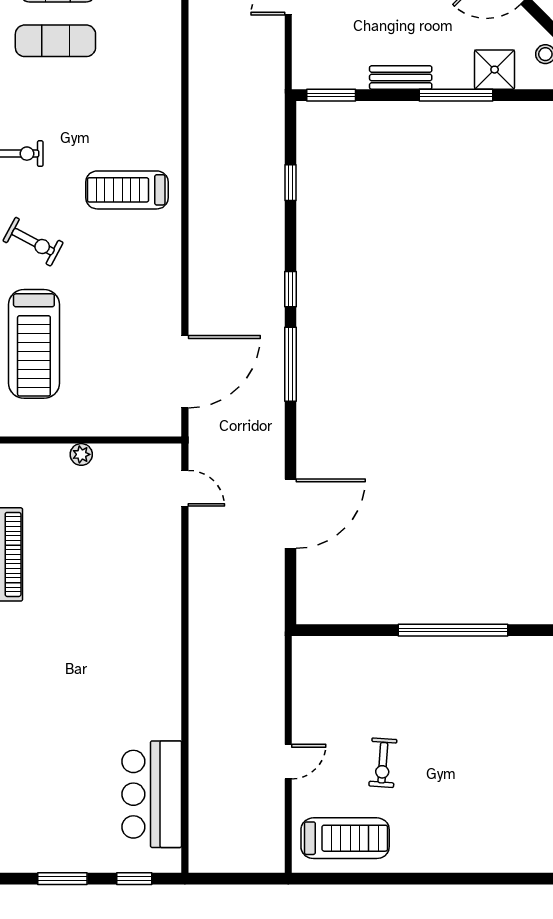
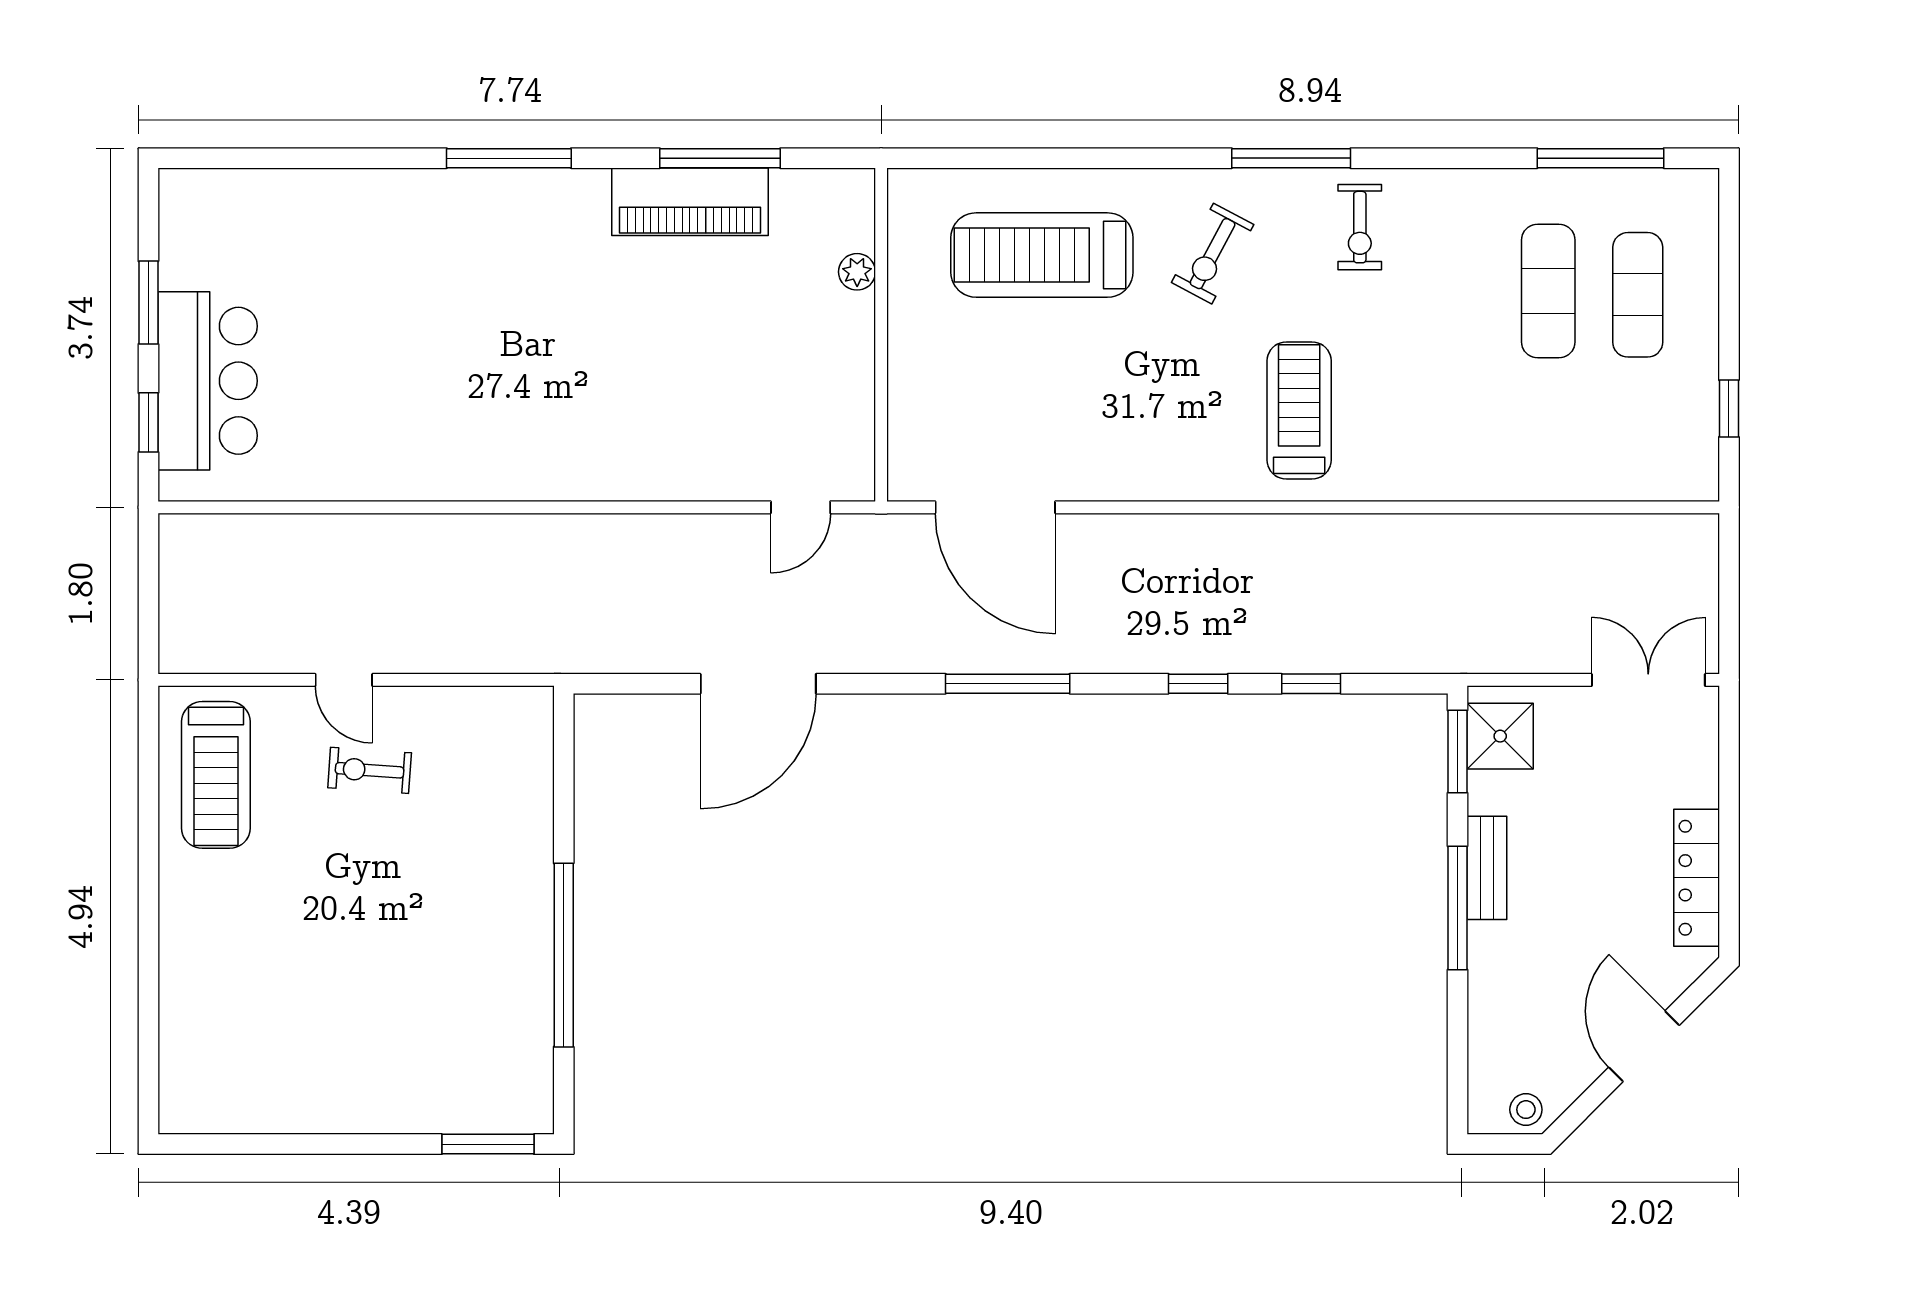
shower: (495, 70) -> (1500, 736), moved
window: (456, 95) -> (1458, 908), moved
window: (291, 289) -> (1198, 684), moved
plant: (81, 454) -> (857, 272), moved
door: (291, 514) -> (758, 684), hinge flipped
exercise bike: (383, 763) -> (370, 770), moved
bar counter: (152, 794) -> (208, 381), moved, turned 90

